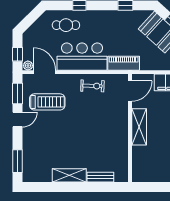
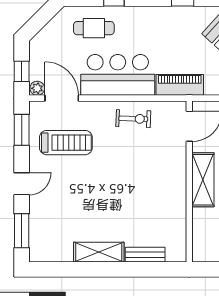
door: (18, 120) -> (22, 184), moved

